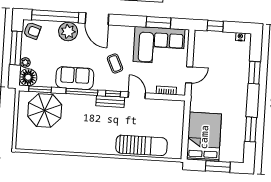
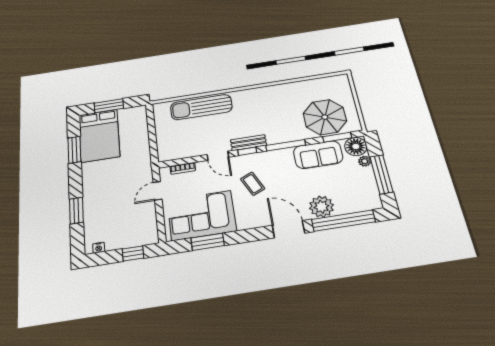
armchair: (32, 31) -> (368, 198), removed
sofa: (75, 78) -> (318, 155), moved
bed: (204, 137) -> (99, 136), moved

